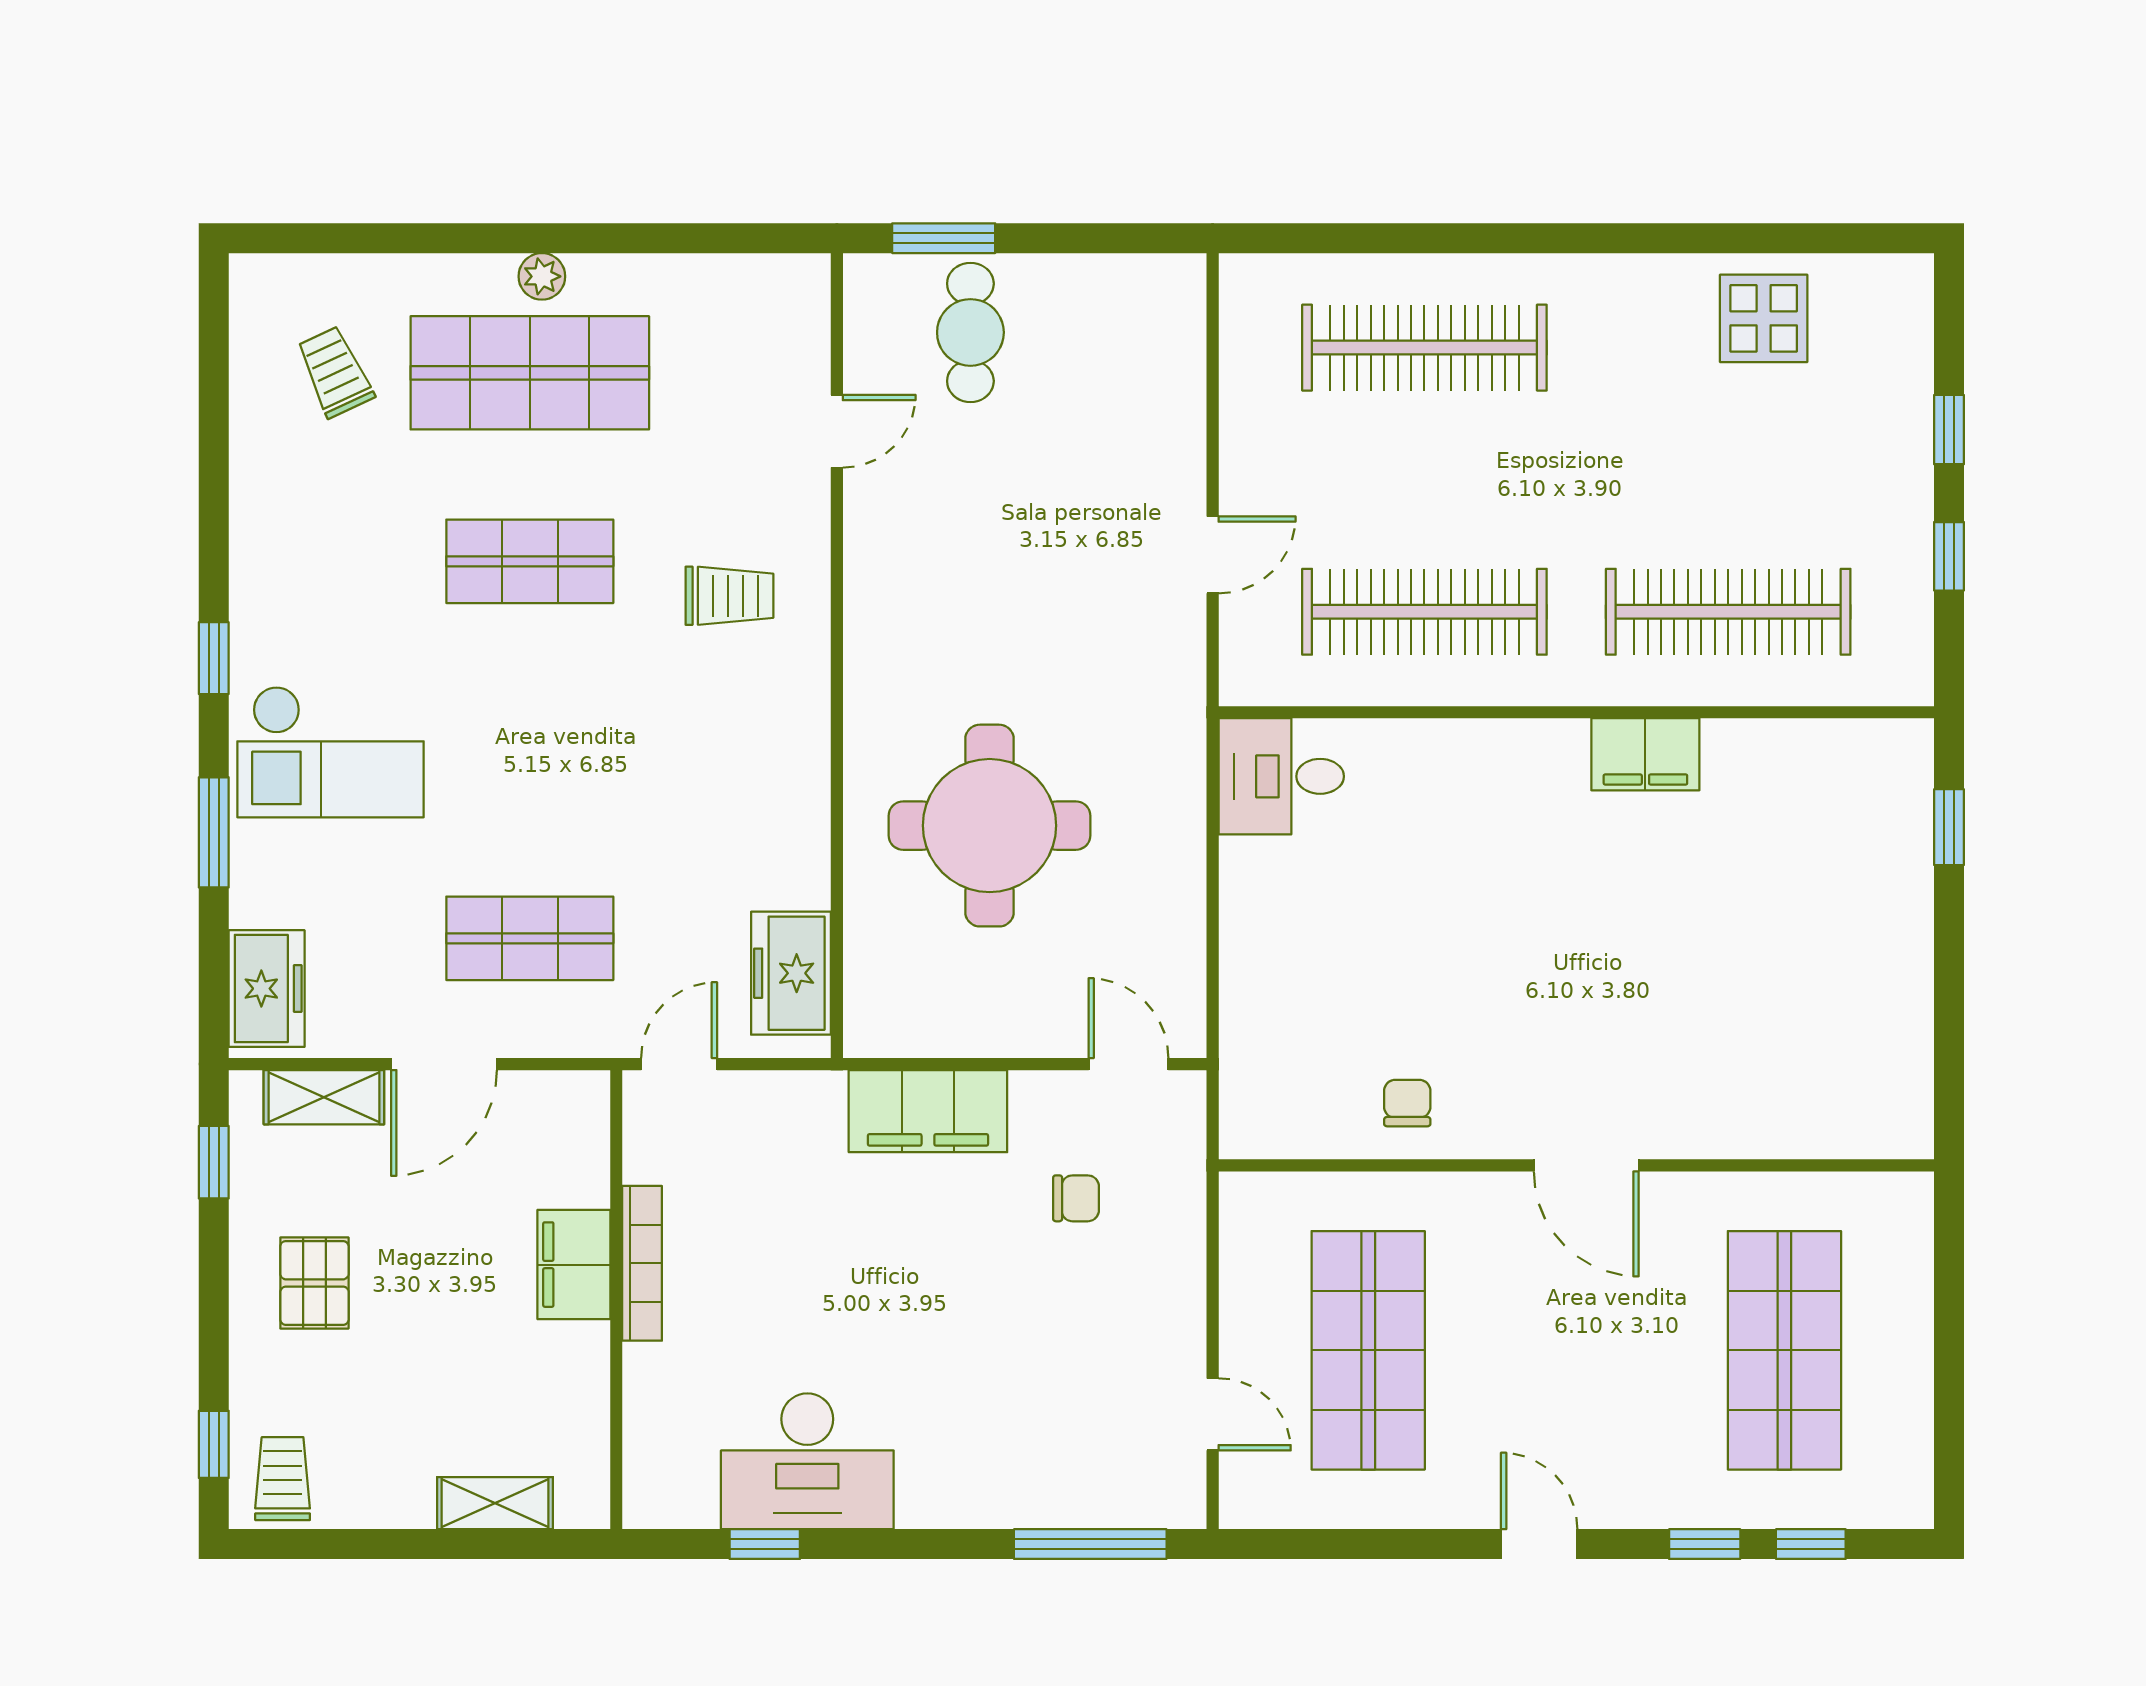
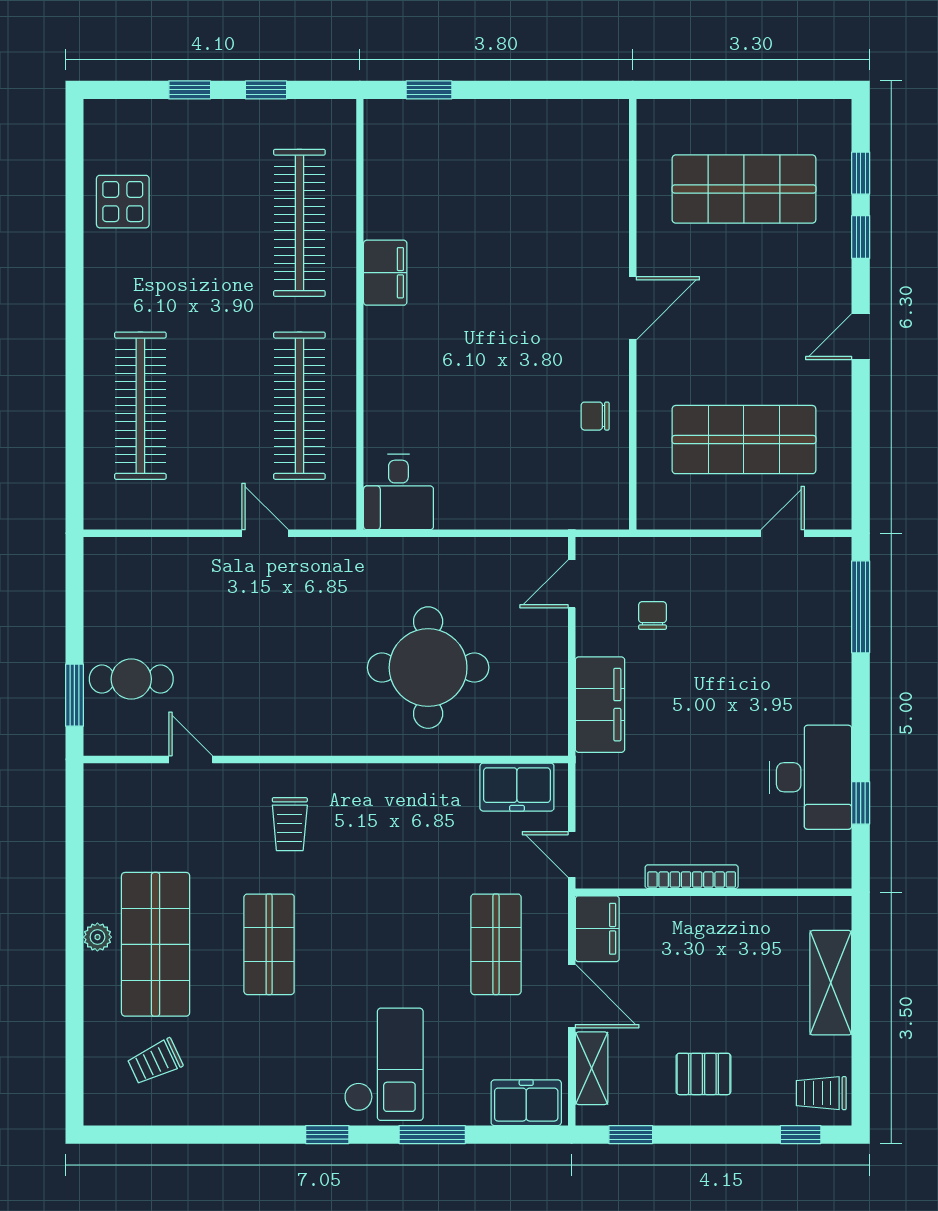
trolley: (729, 596) -> (290, 824), turned 180
filing cabinet: (574, 1265) -> (597, 929), moved, turned -90
shelving: (495, 1503) -> (831, 983), width x1.50, depth x1.33

